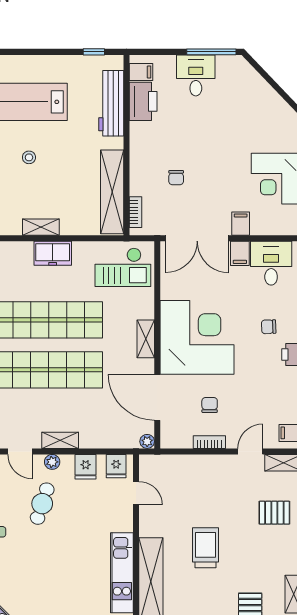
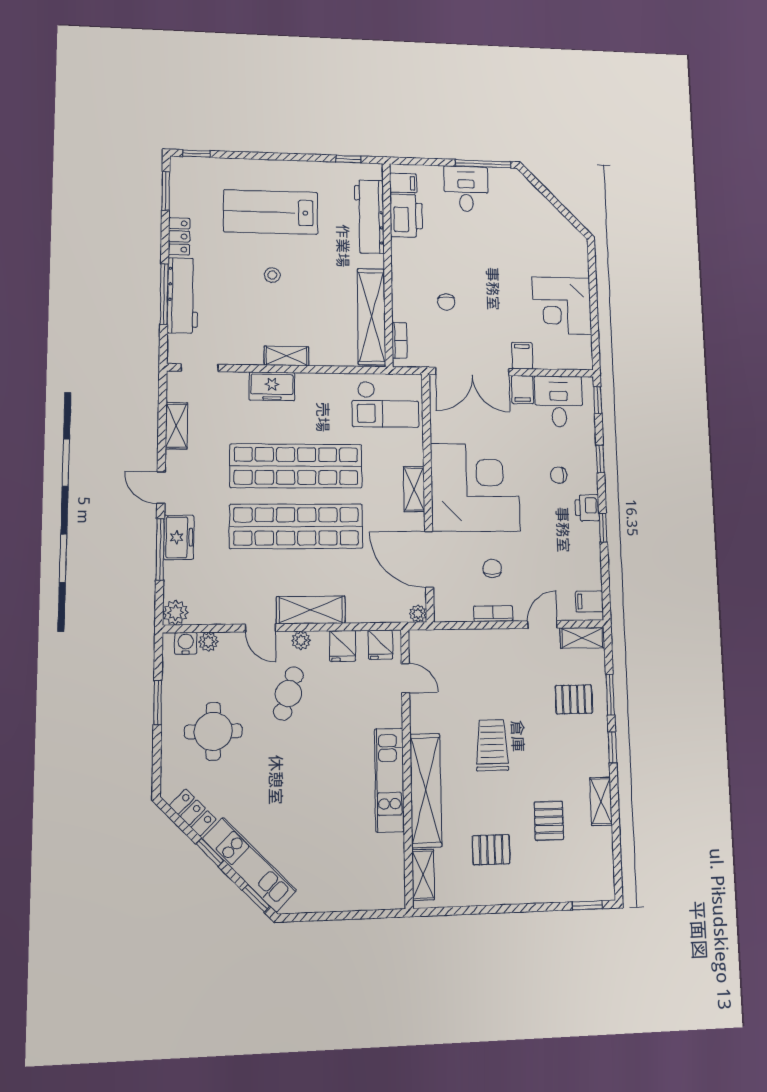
freezer: (53, 253) -> (272, 386), moved
shelving: (60, 440) -> (311, 610), width x1.50, depth x1.33

